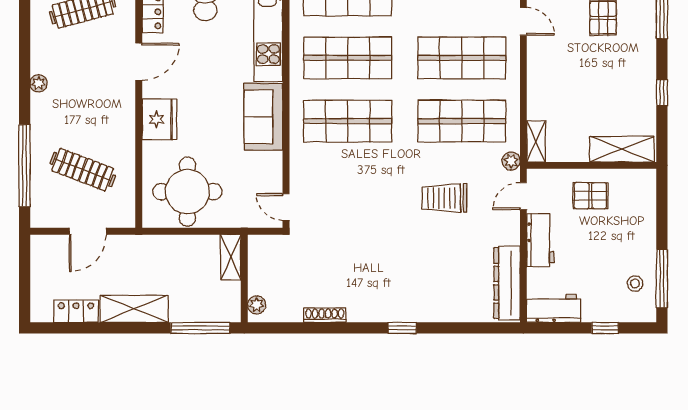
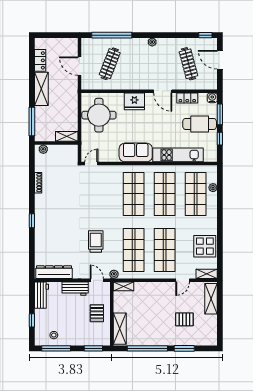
window: (662, 93) -> (147, 348), width x3.17
window: (662, 203) -> (93, 348), added

